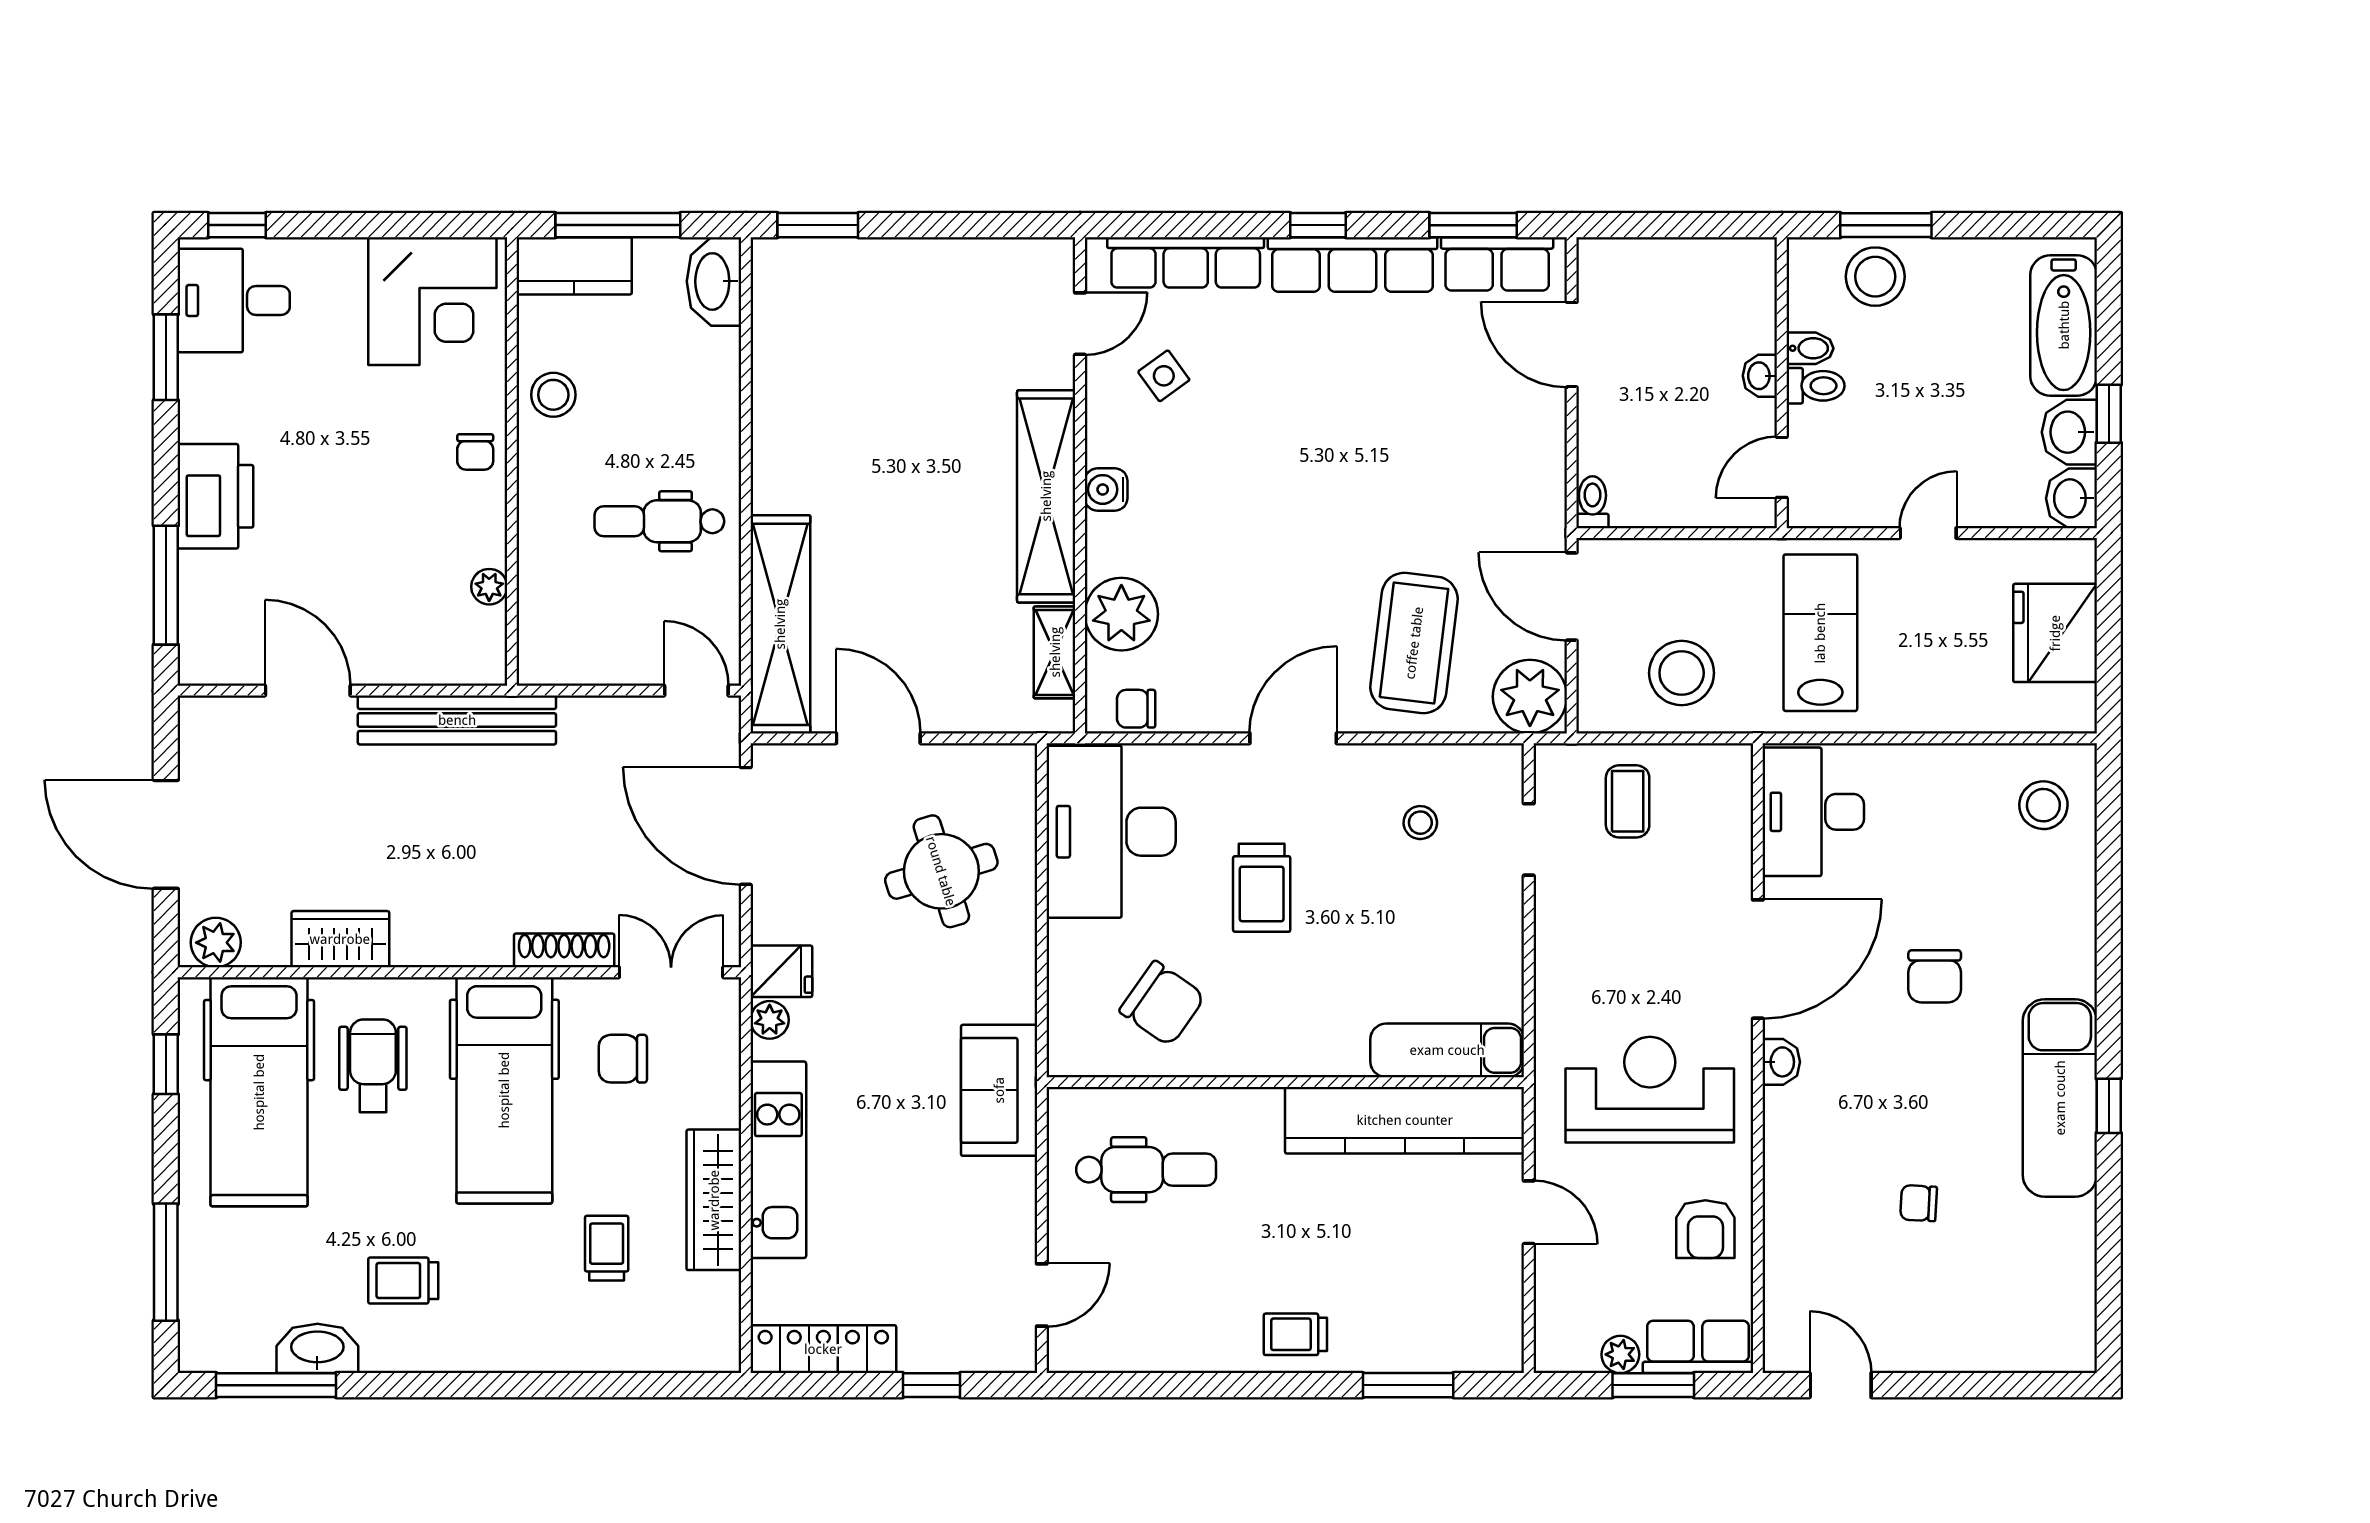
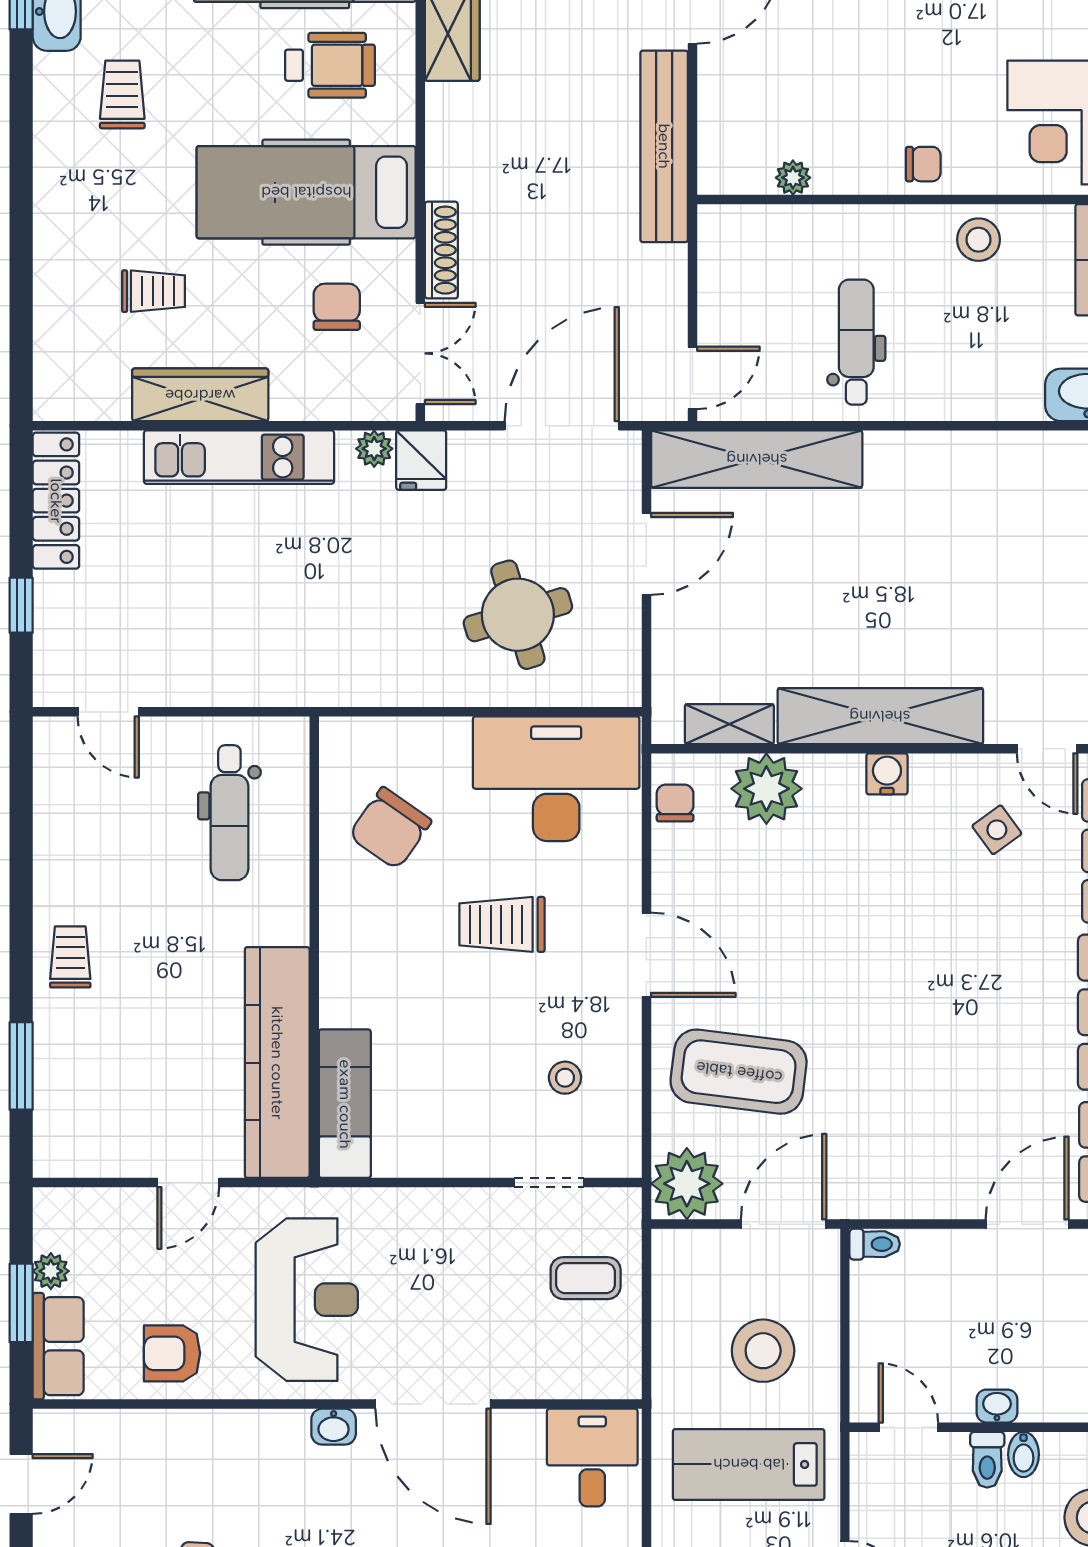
chair: (475, 452) -> (923, 164), turned 180
lab bench: (1820, 633) -> (749, 1464), turned 180
stool: (1682, 673) -> (763, 1351), moved
desk: (1813, 812) -> (592, 1458), width x0.73
sofa: (999, 1090) -> (306, 671), removed

